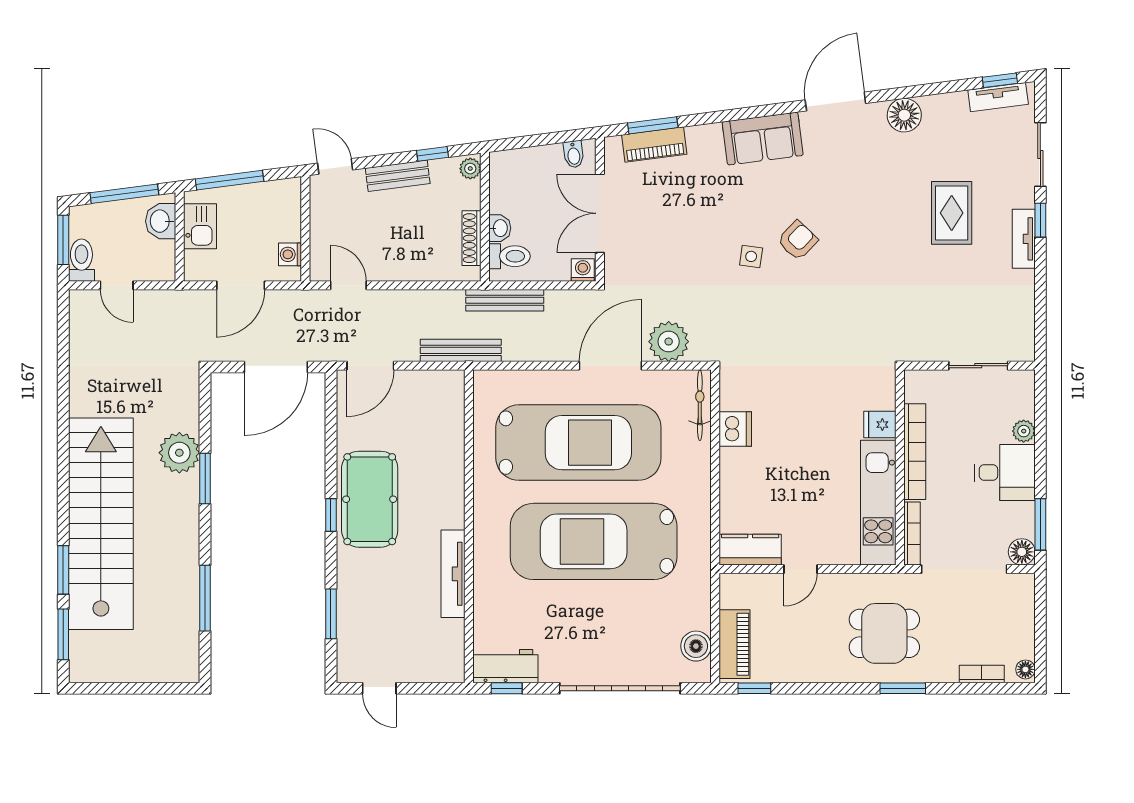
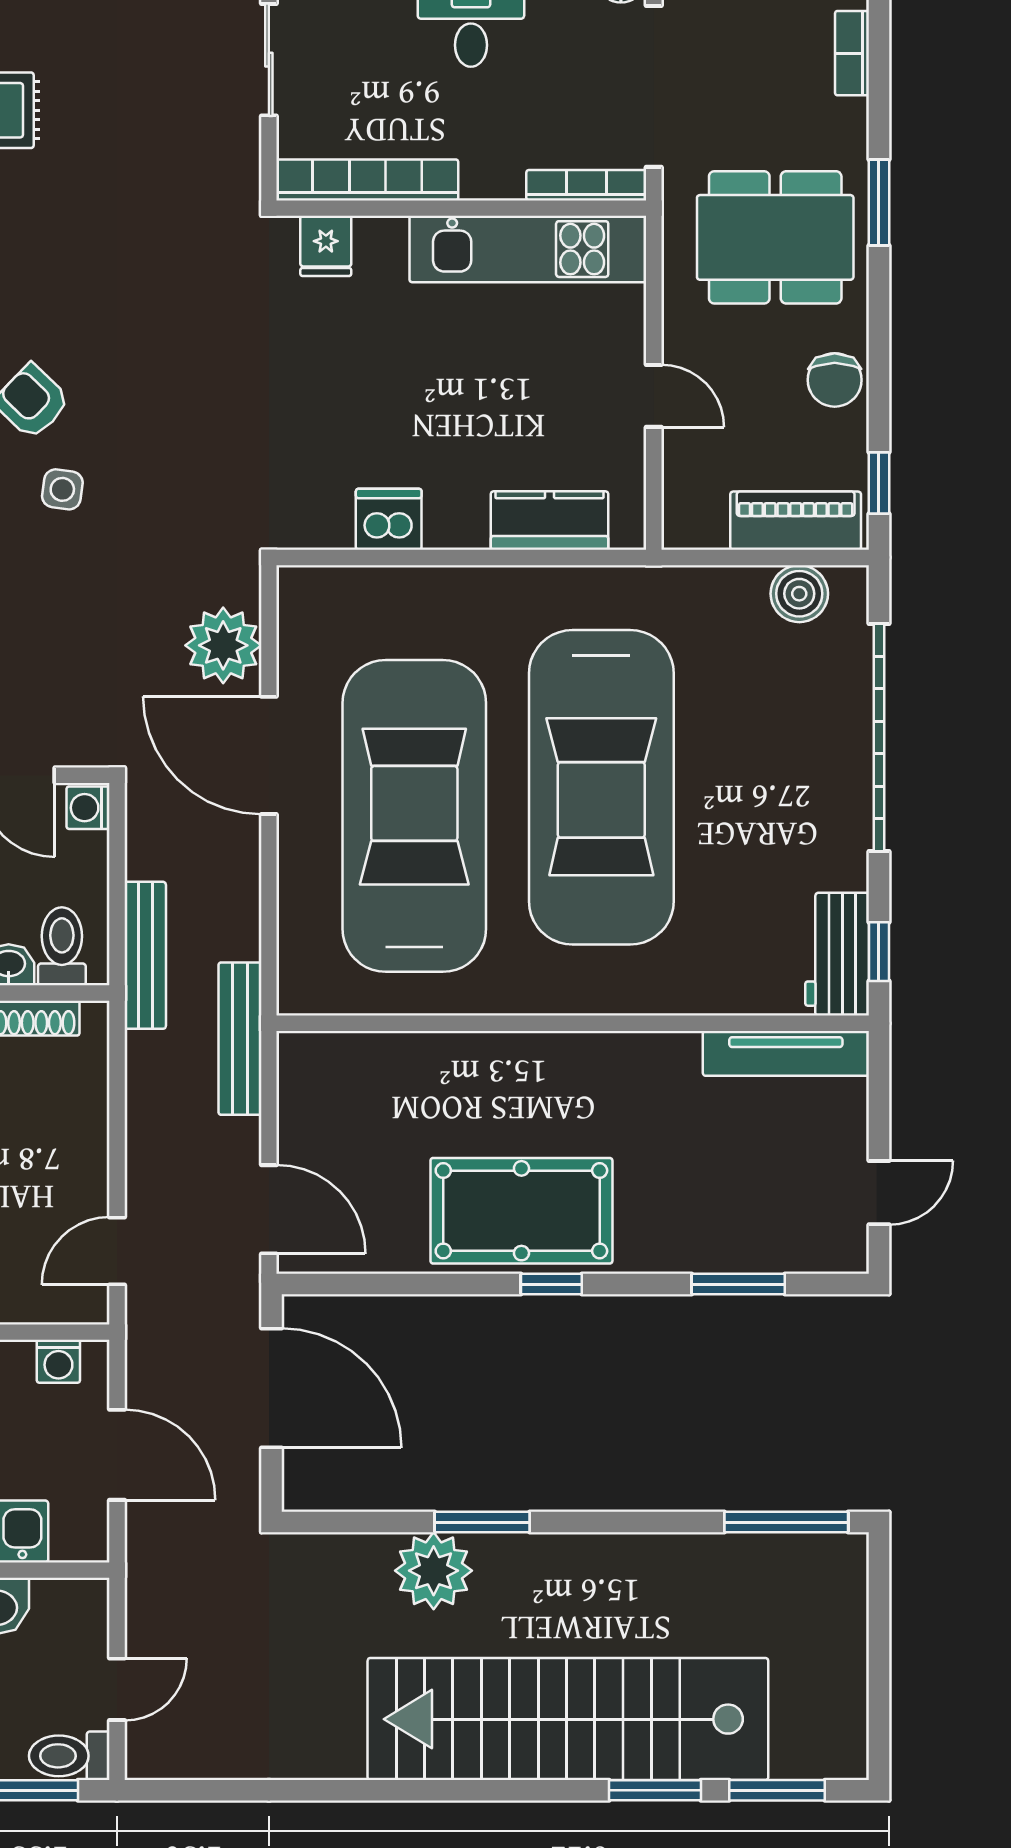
bicycle: (700, 405) -> (344, 586), removed
fridge: (880, 425) -> (326, 246), moved
bookcase: (915, 452) -> (367, 180), moved
kitchen counter: (750, 550) -> (550, 521), moved, turned 90
tv unit: (453, 574) -> (786, 1053), moved
window: (205, 598) -> (786, 1522), moved
dining table: (884, 633) -> (775, 237), width x1.38
chair: (809, 665) -> (835, 380), added

